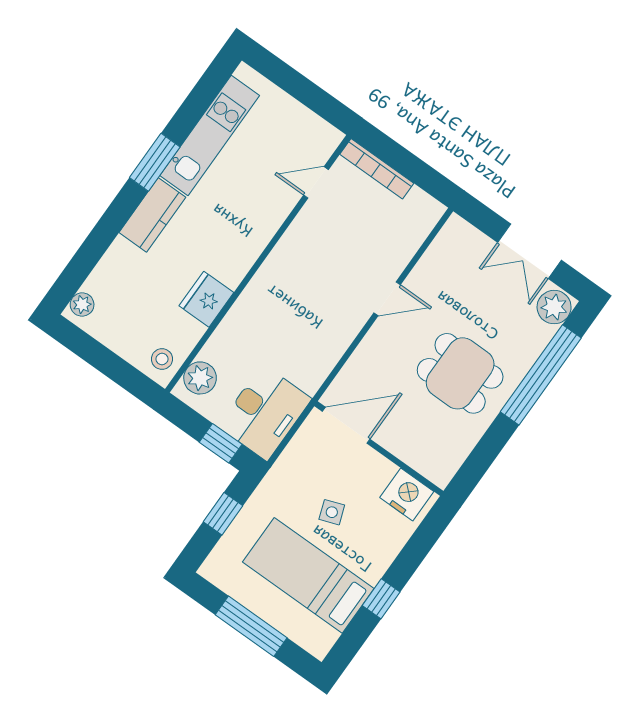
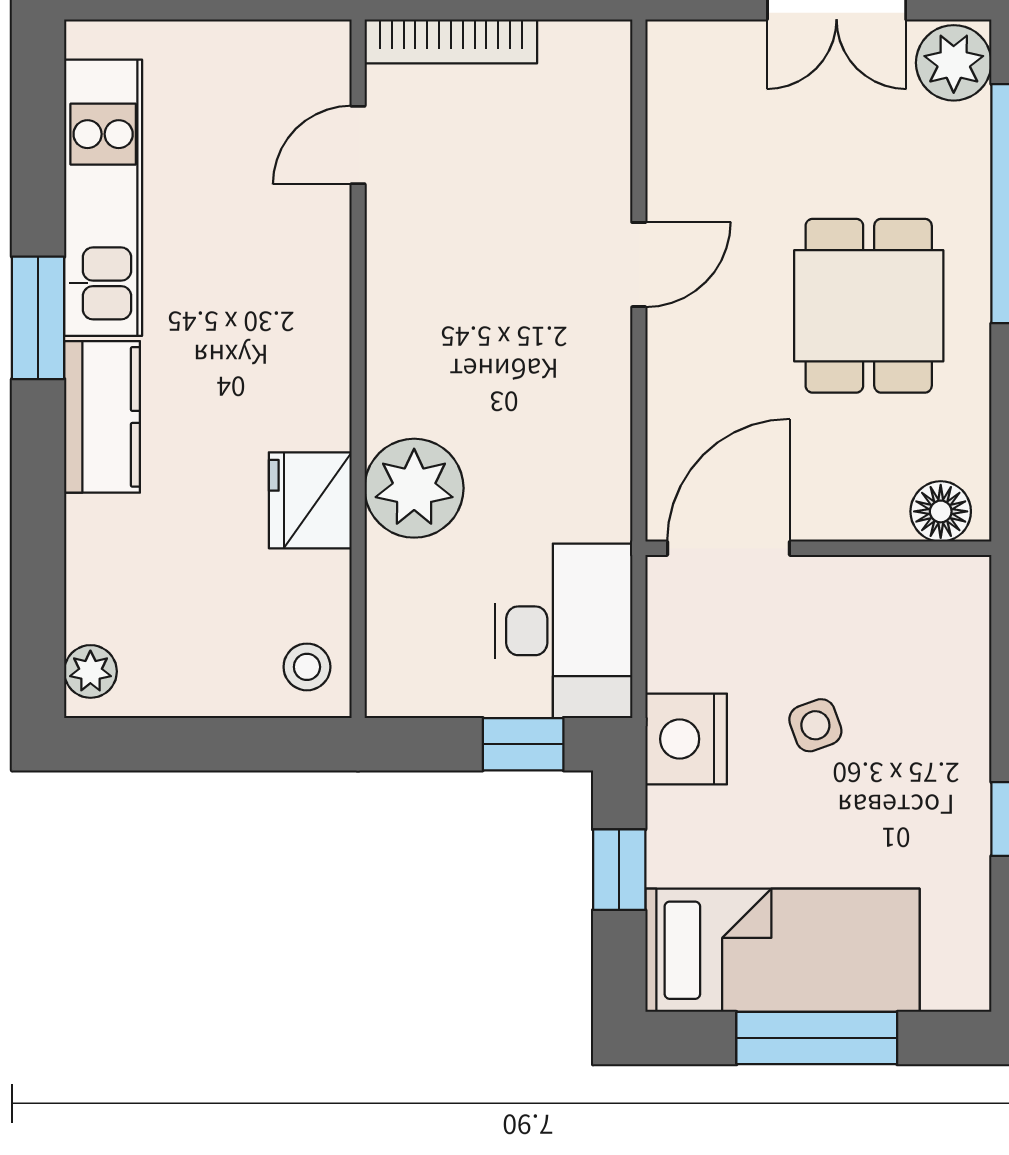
dining table: (460, 373) -> (869, 306), turned 90
plant: (200, 378) -> (414, 488), moved, width x1.36, depth x1.36
floor lamp: (433, 467) -> (941, 511), added
nightstand: (407, 494) -> (686, 739), moved, turned -90
bed: (308, 575) -> (782, 950), moved, turned 180

